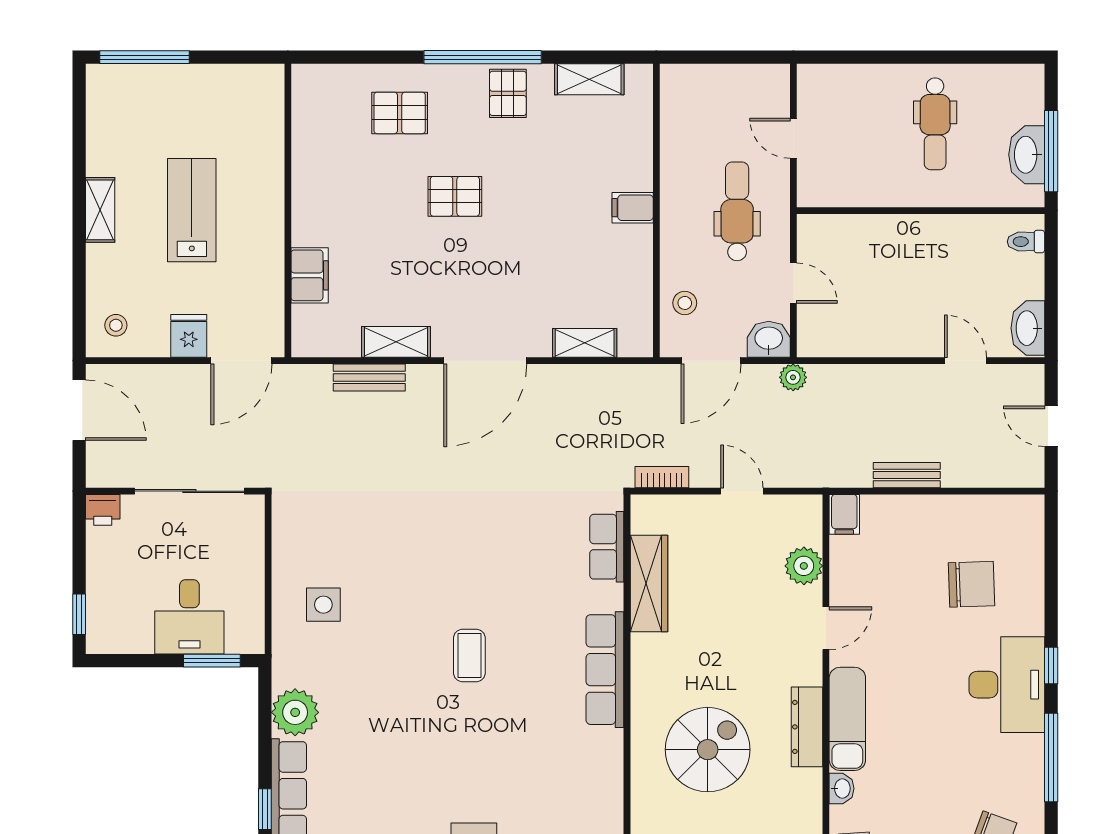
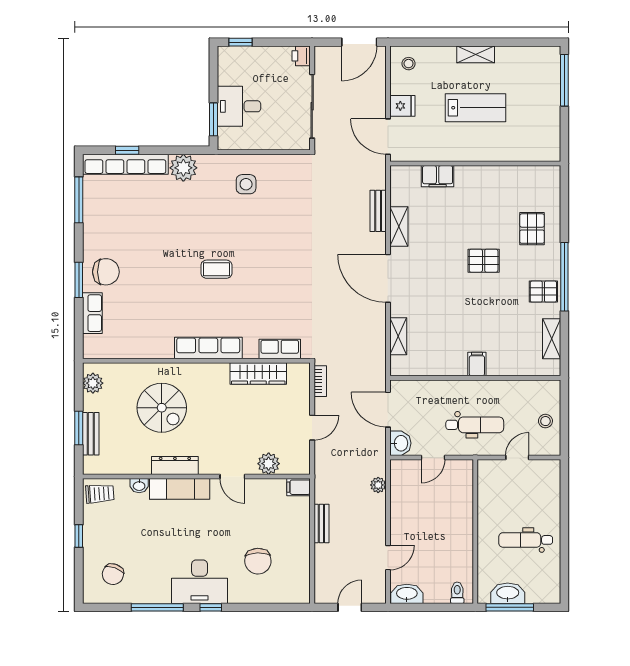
pallet: (455, 196) -> (484, 261), turned 90
stool: (685, 303) -> (545, 421), moved
plant: (793, 377) -> (378, 485), moved

